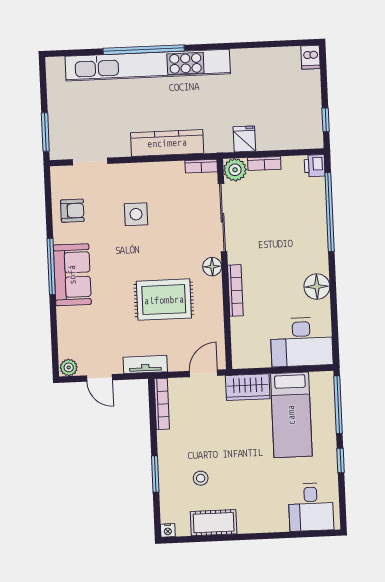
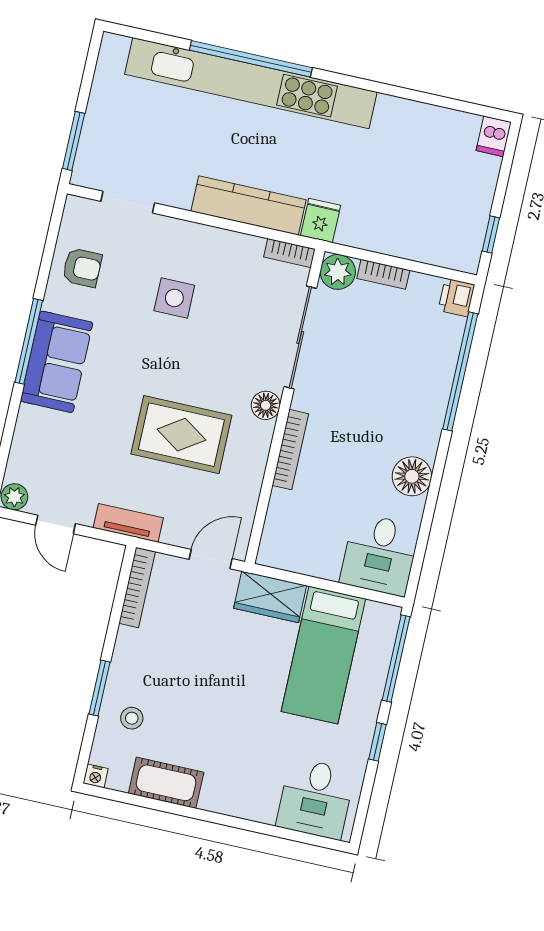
fridge: (244, 139) -> (321, 221), moved
desk: (302, 342) -> (380, 555), width x0.73
stool: (201, 478) -> (132, 718), moved

